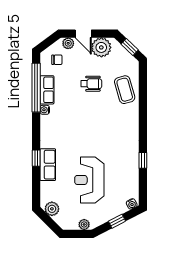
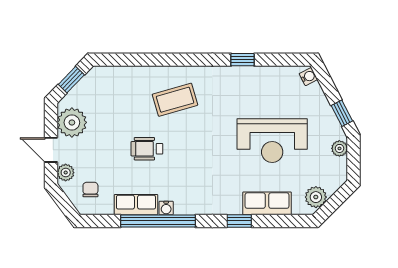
door: (83, 34) -> (51, 150), swing flipped
wheelchair: (91, 84) -> (147, 149), moved, turned -90
window: (36, 88) -> (158, 221), moved
coffee table: (125, 90) -> (175, 100), moved
row of seats: (48, 165) -> (267, 203), moved
window: (117, 221) -> (342, 113), moved

